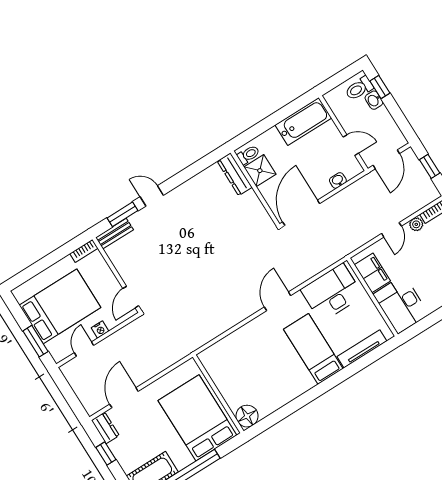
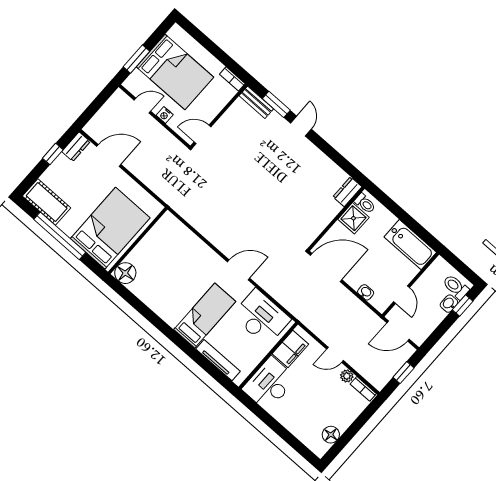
dresser: (235, 174) -> (347, 192), width x0.70

